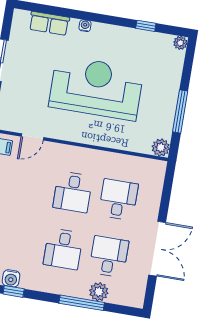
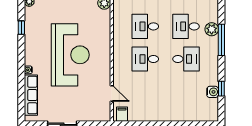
row of seats: (49, 23) -> (31, 95), width x1.48
reception desk: (96, 88) -> (70, 55), turned 180
desk: (73, 192) -> (145, 59), turned 180

